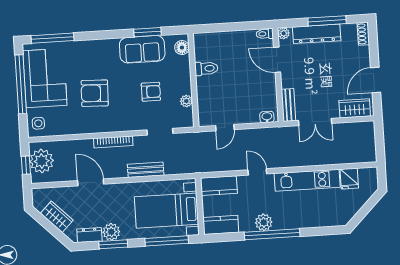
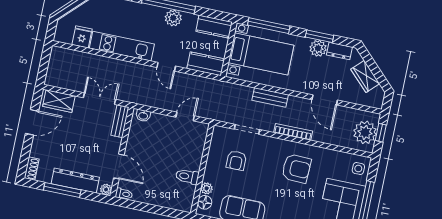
armchair: (151, 92) -> (236, 161), moved, turned -90
armchair: (95, 93) -> (296, 168), moved
plant: (186, 101) -> (207, 188), moved

